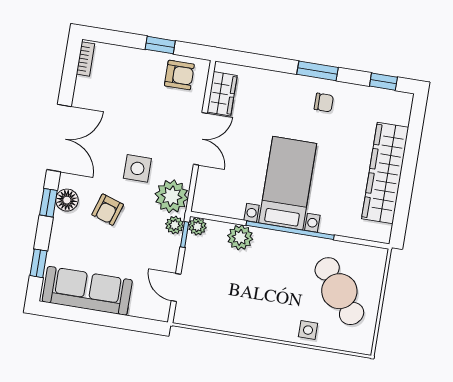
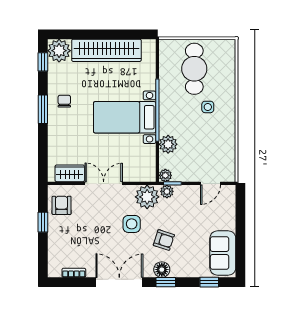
bookcase: (85, 59) -> (74, 273), moved
plant: (396, 107) -> (59, 51), added
sofa: (87, 291) -> (223, 253), width x0.73
cafe table: (339, 291) -> (194, 69), turned -52
side table: (308, 330) -> (208, 107), moved

